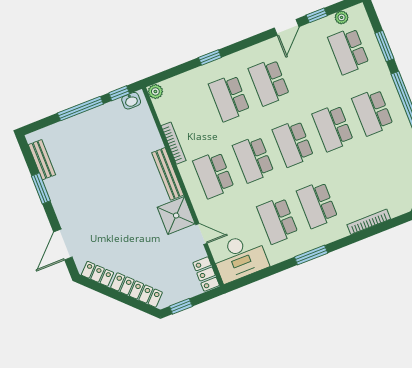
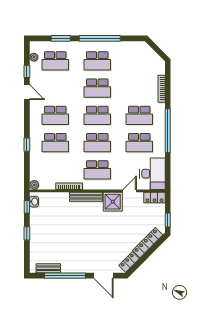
window: (80, 109) -> (27, 233), width x0.46
window: (41, 188) -> (65, 276), width x2.11
window: (311, 255) -> (168, 131), width x2.11

